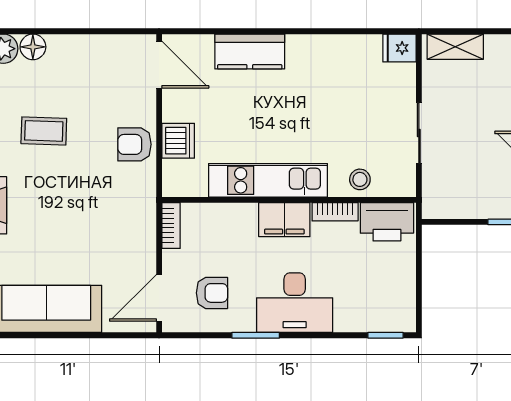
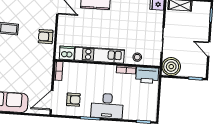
dishwasher: (178, 141) -> (67, 53), moved, turned -90
boiler: (444, 197) -> (171, 67), added
filing cabinet: (284, 220) -> (105, 72), removed

